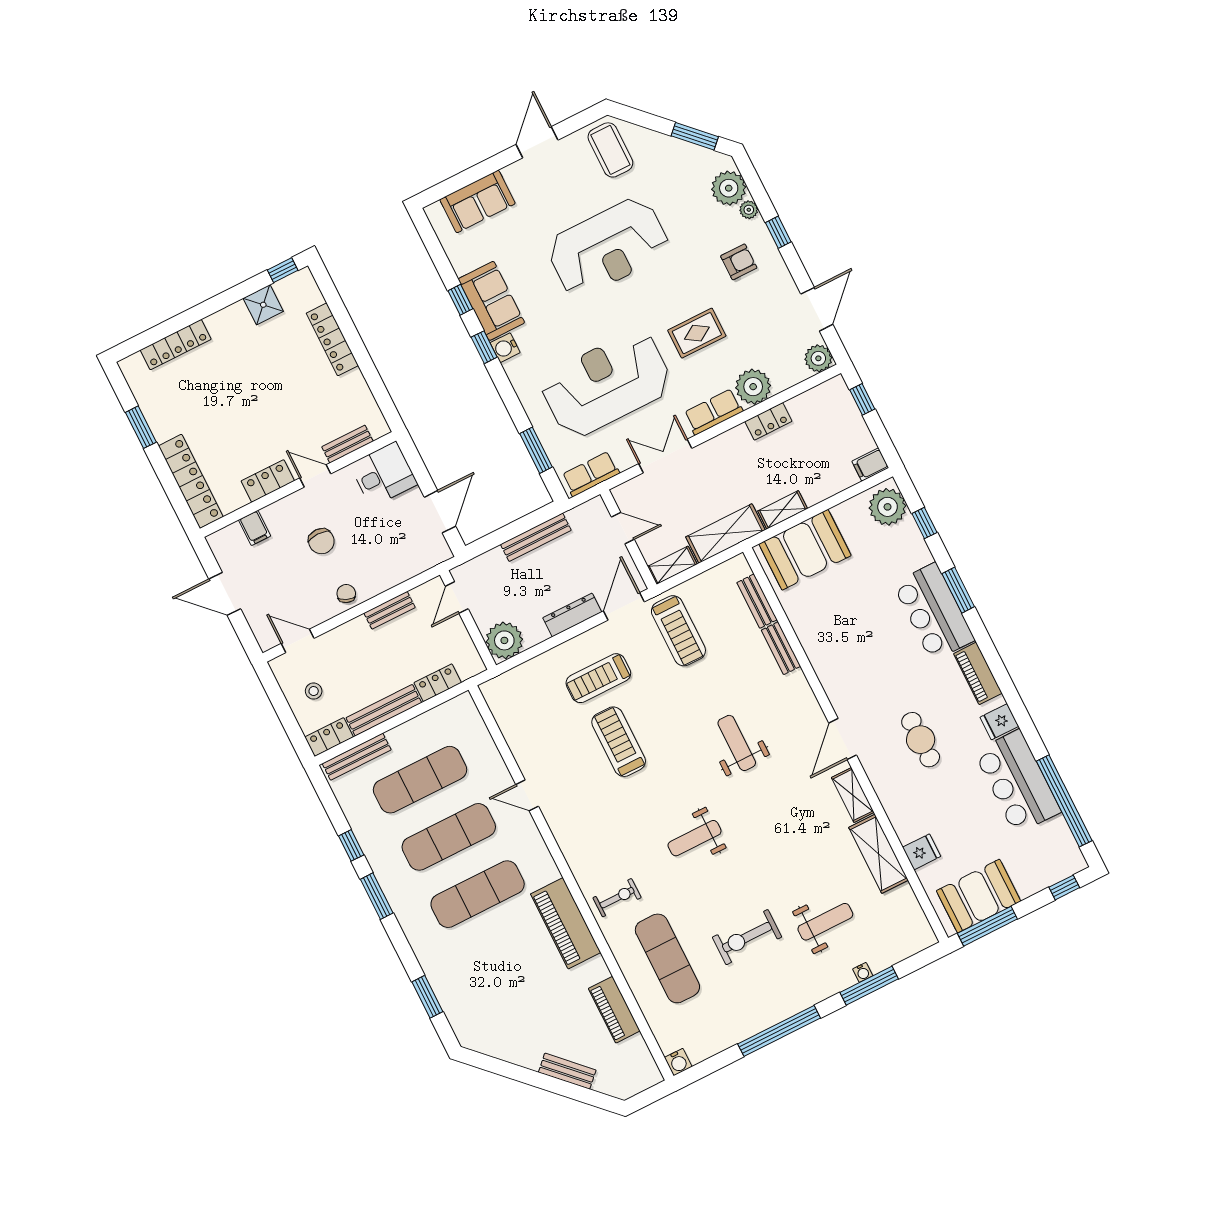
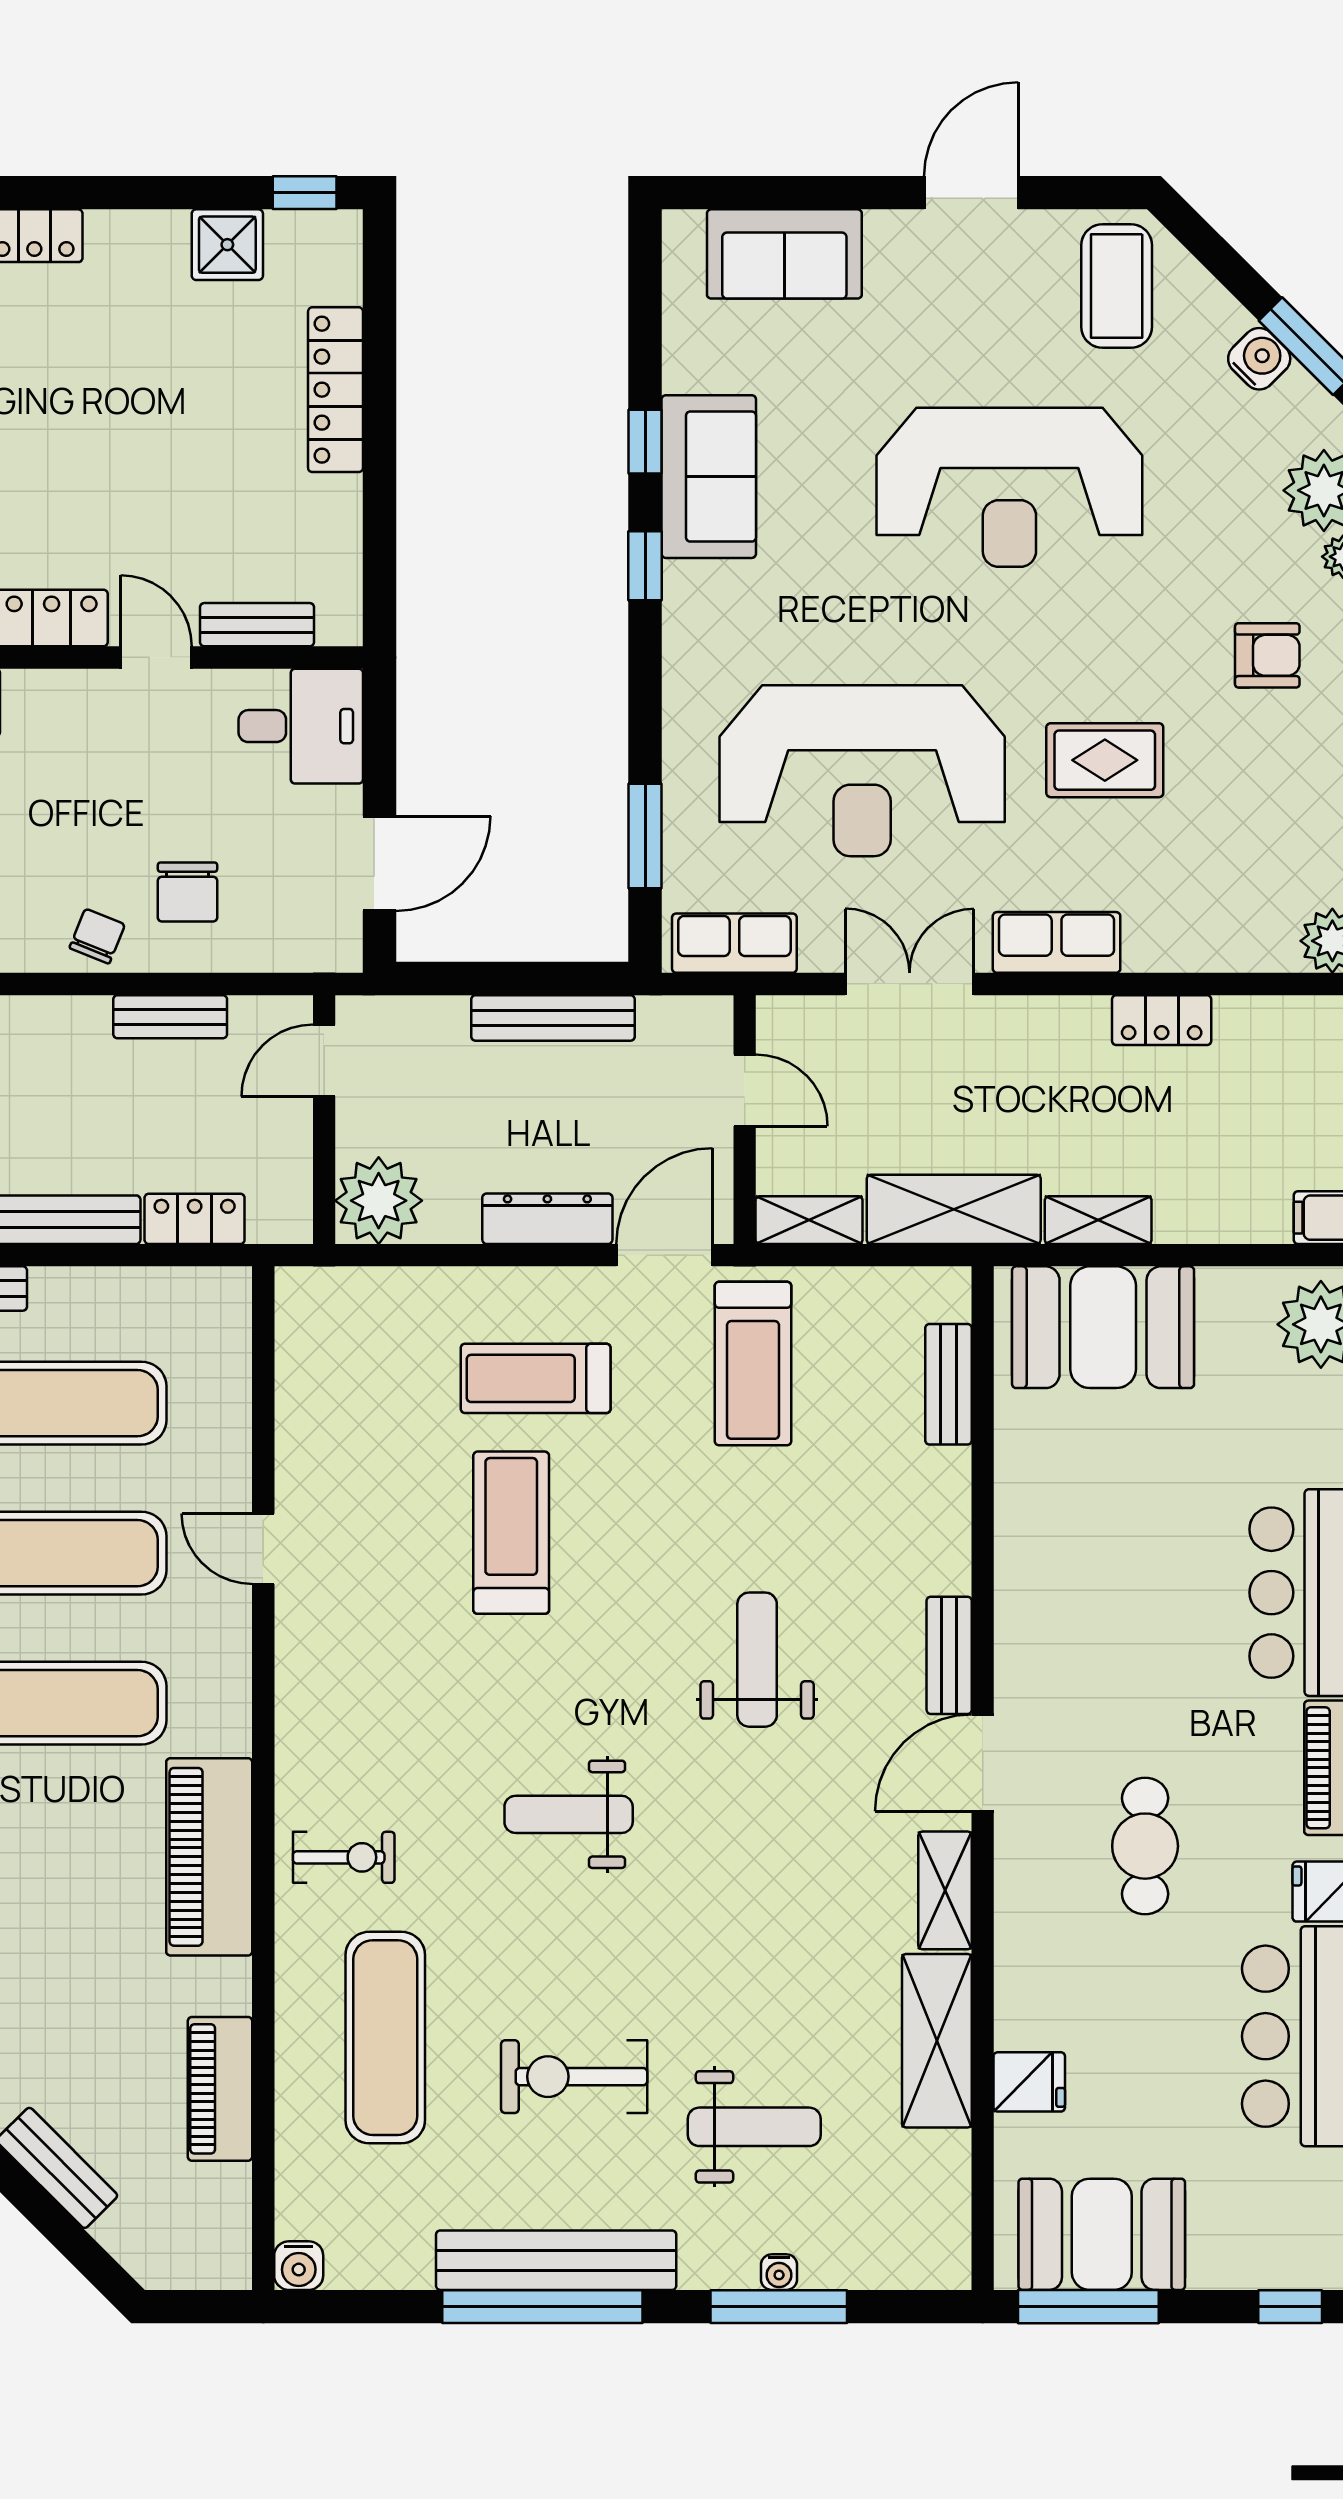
water cooler: (505, 348) -> (1259, 359), moved, turned 135
reception desk: (606, 384) -> (862, 771), turned 180
plant: (753, 387) -> (1166, 931), removed
chair: (321, 541) -> (187, 892), moved
bench: (781, 648) -> (949, 1655), moved
bench: (775, 1011) -> (556, 2260), added

